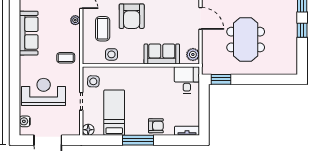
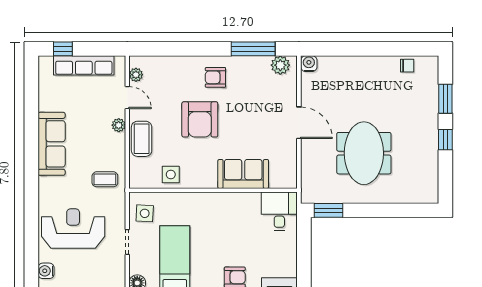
coffee table: (103, 29) -> (142, 139), moved
plant: (193, 55) -> (288, 175), removed

